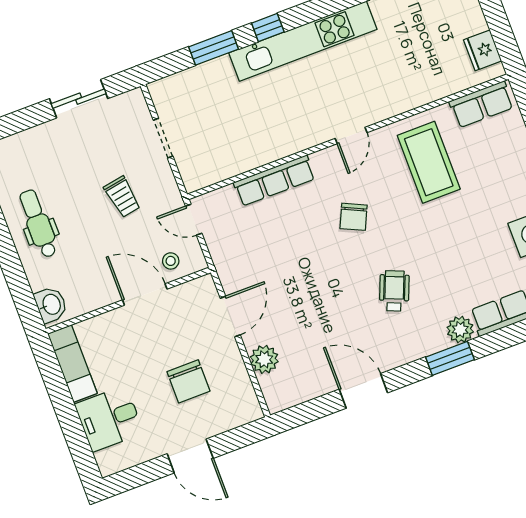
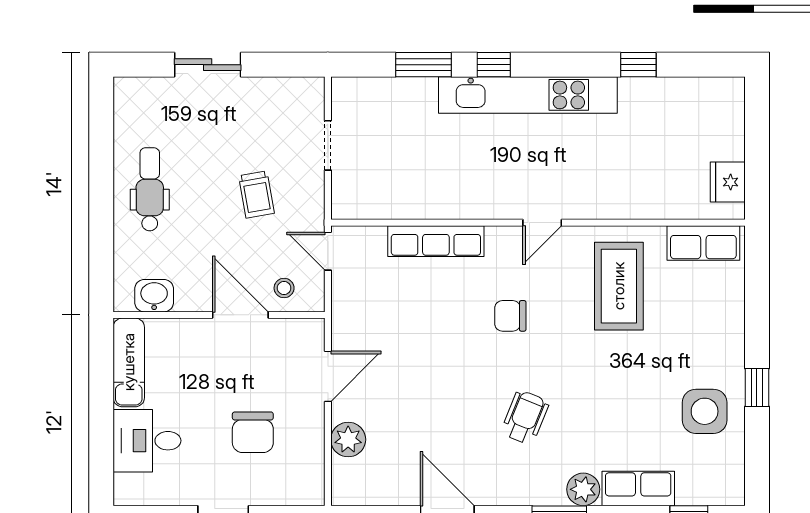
sliding door: (79, 99) -> (208, 65), moved
chair: (354, 217) -> (510, 316), turned 65
washbasin: (51, 305) -> (154, 296), moved, turned -90

